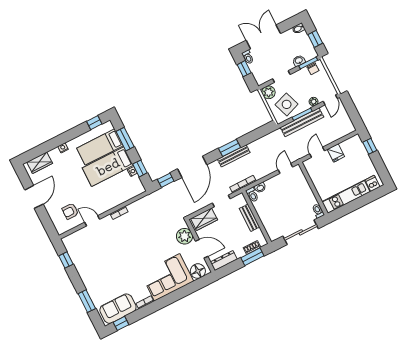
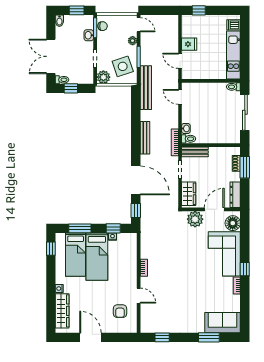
bench: (302, 122) -> (146, 88), moved
window: (229, 148) -> (136, 138), removed
wardrobe: (40, 163) -> (62, 311), width x1.50
bench: (249, 218) -> (195, 152), moved
door: (92, 221) -> (139, 296), swing flipped
sofa: (118, 309) -> (223, 323), moved, turned 90
window: (121, 323) -> (245, 269), moved

